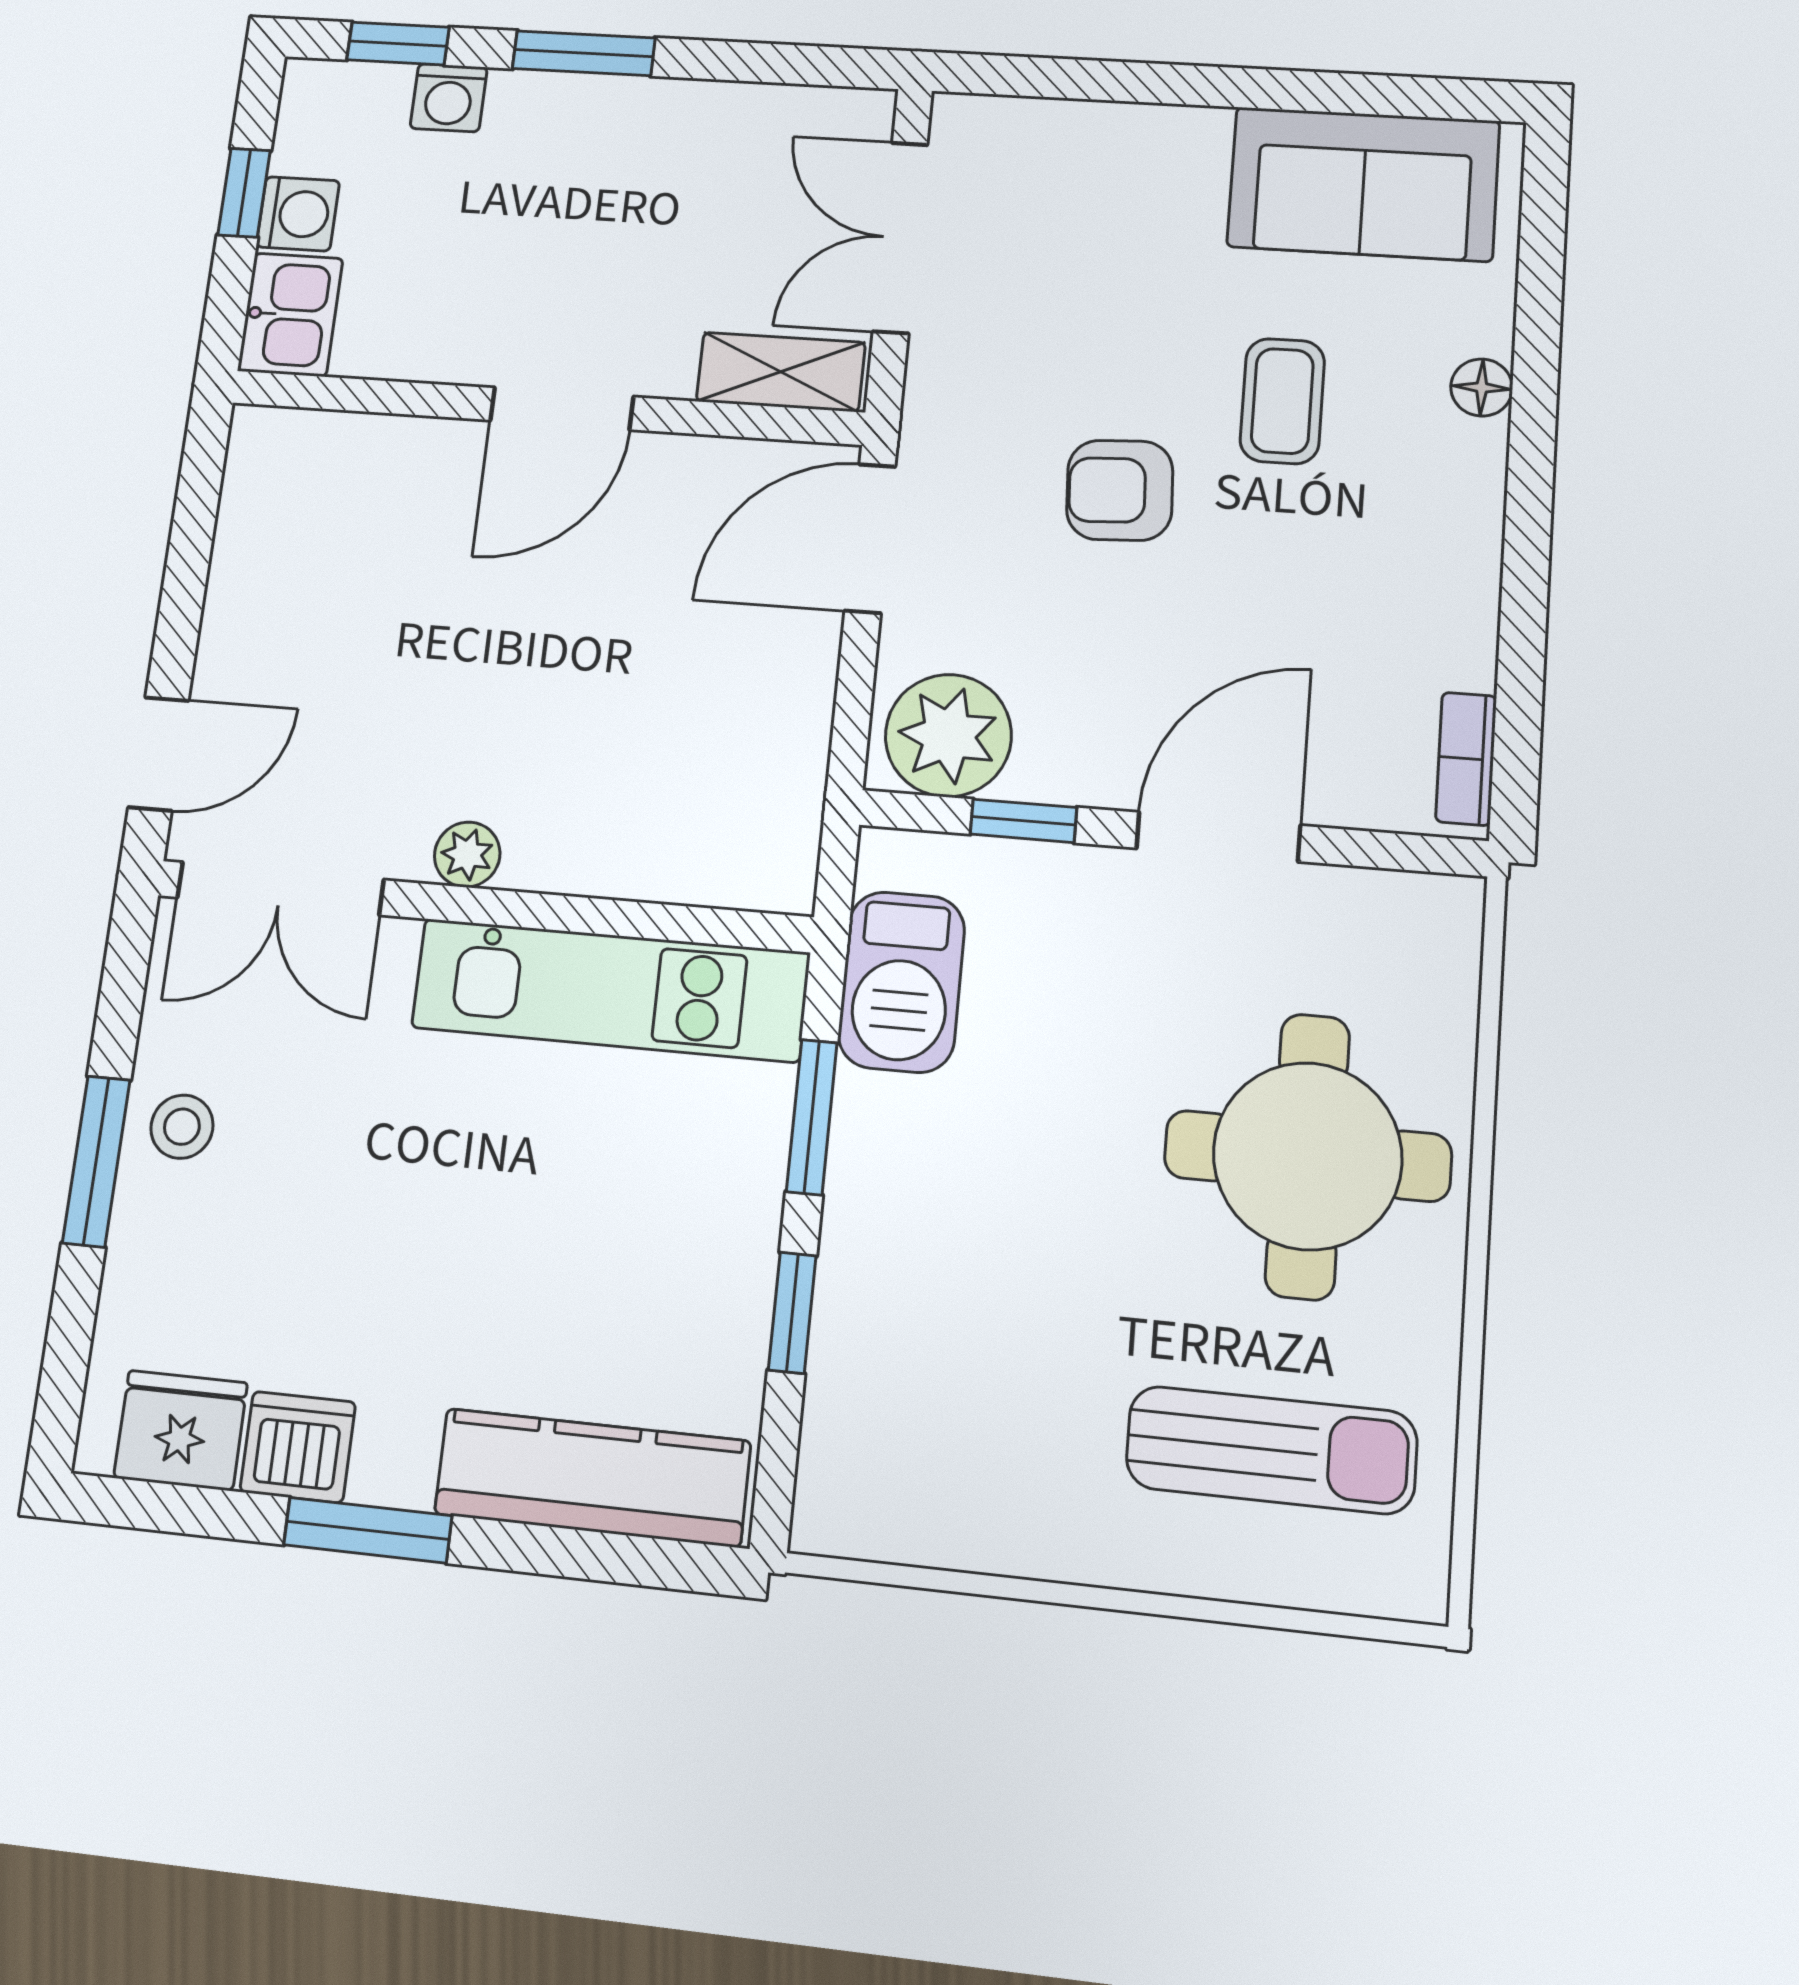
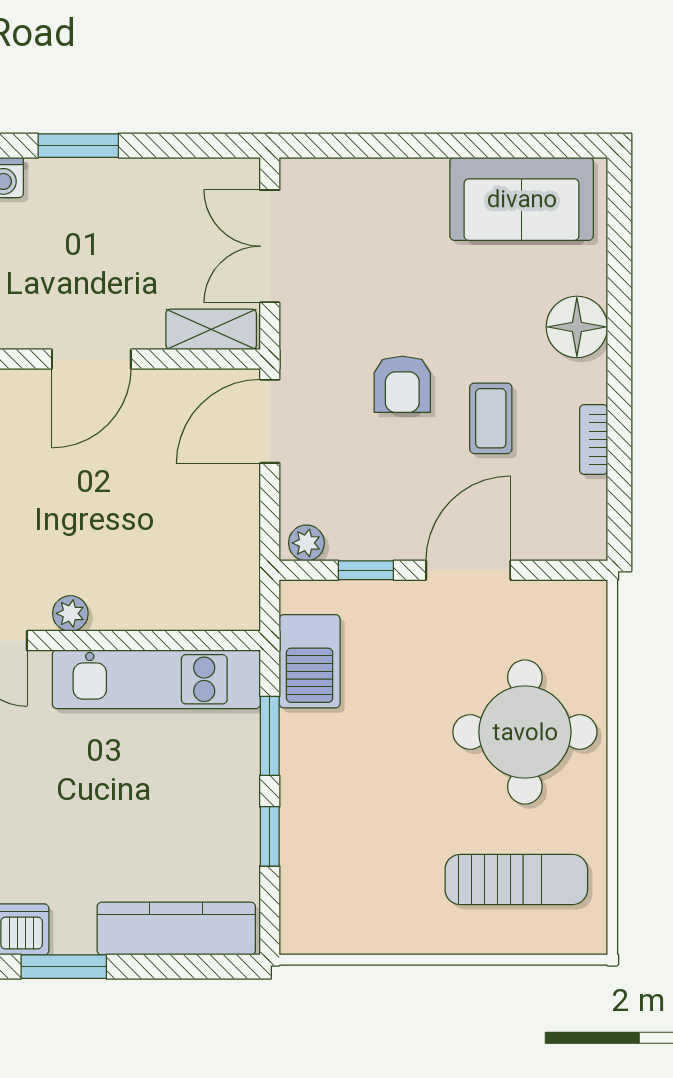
floor lamp: (1482, 388) -> (577, 327), width x1.89, depth x1.89
coffee table: (1282, 401) -> (491, 418), moved
armchair: (1120, 490) -> (402, 384), turned -87
plant: (948, 735) -> (306, 543), width x0.53, depth x0.53
bookcase: (1466, 759) -> (594, 439), moved

